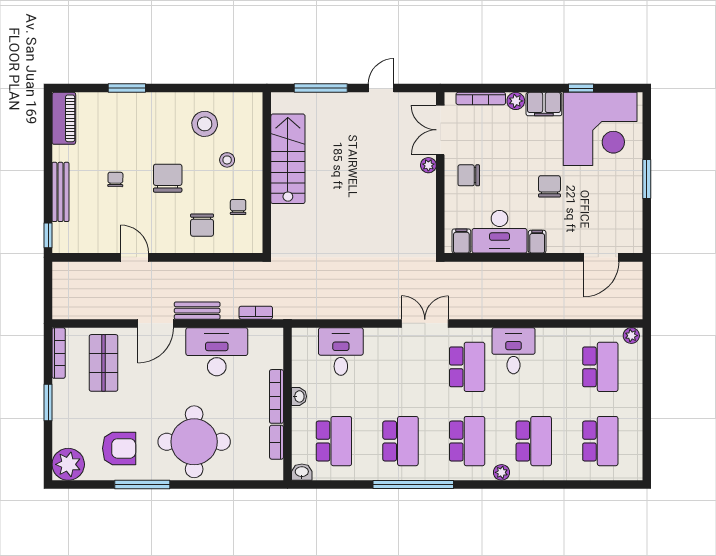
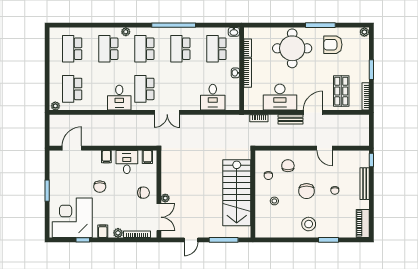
filing cabinet: (544, 104) -> (103, 231), width x0.50
stool: (205, 124) -> (309, 224), moved
stairs: (288, 159) -> (237, 193), width x1.36, depth x1.51
desk: (500, 232) -> (127, 162), width x0.73
plant: (68, 464) -> (364, 32), width x0.53, depth x0.53

